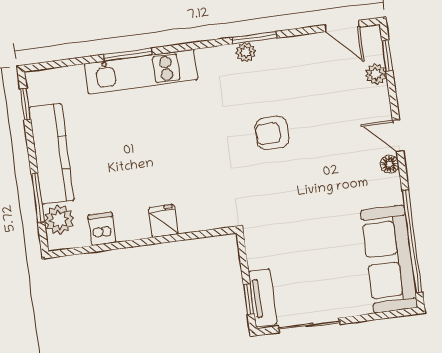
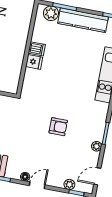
plant: (246, 52) -> (97, 146), moved
armchair: (272, 133) -> (58, 127), turned 90
dishwasher: (102, 229) -> (37, 49), moved

